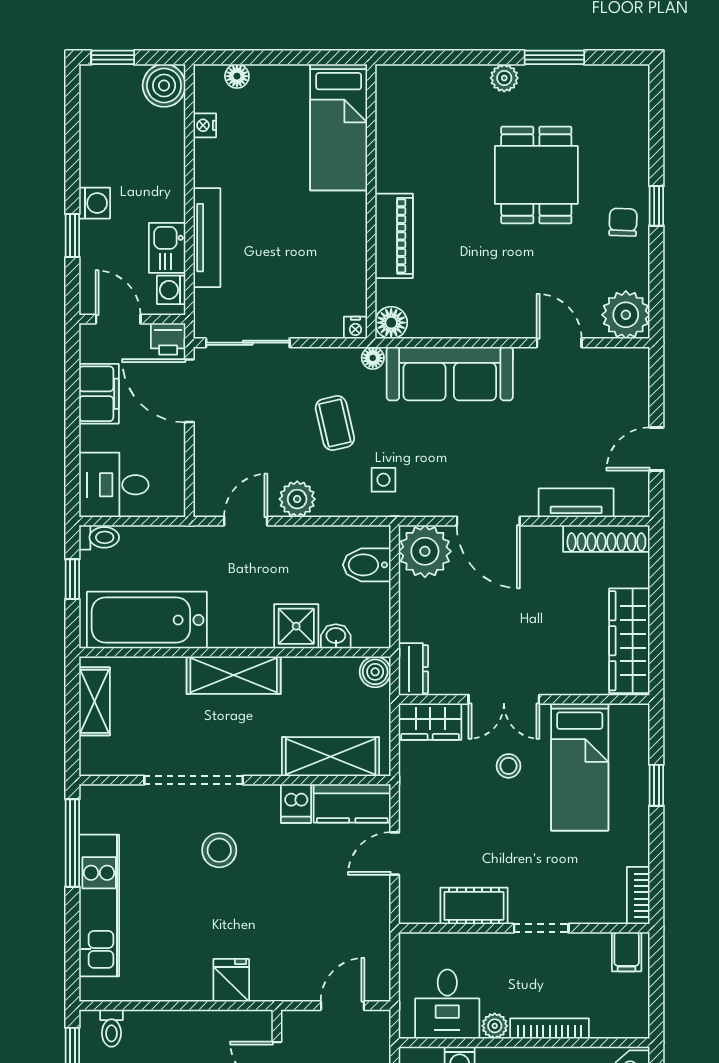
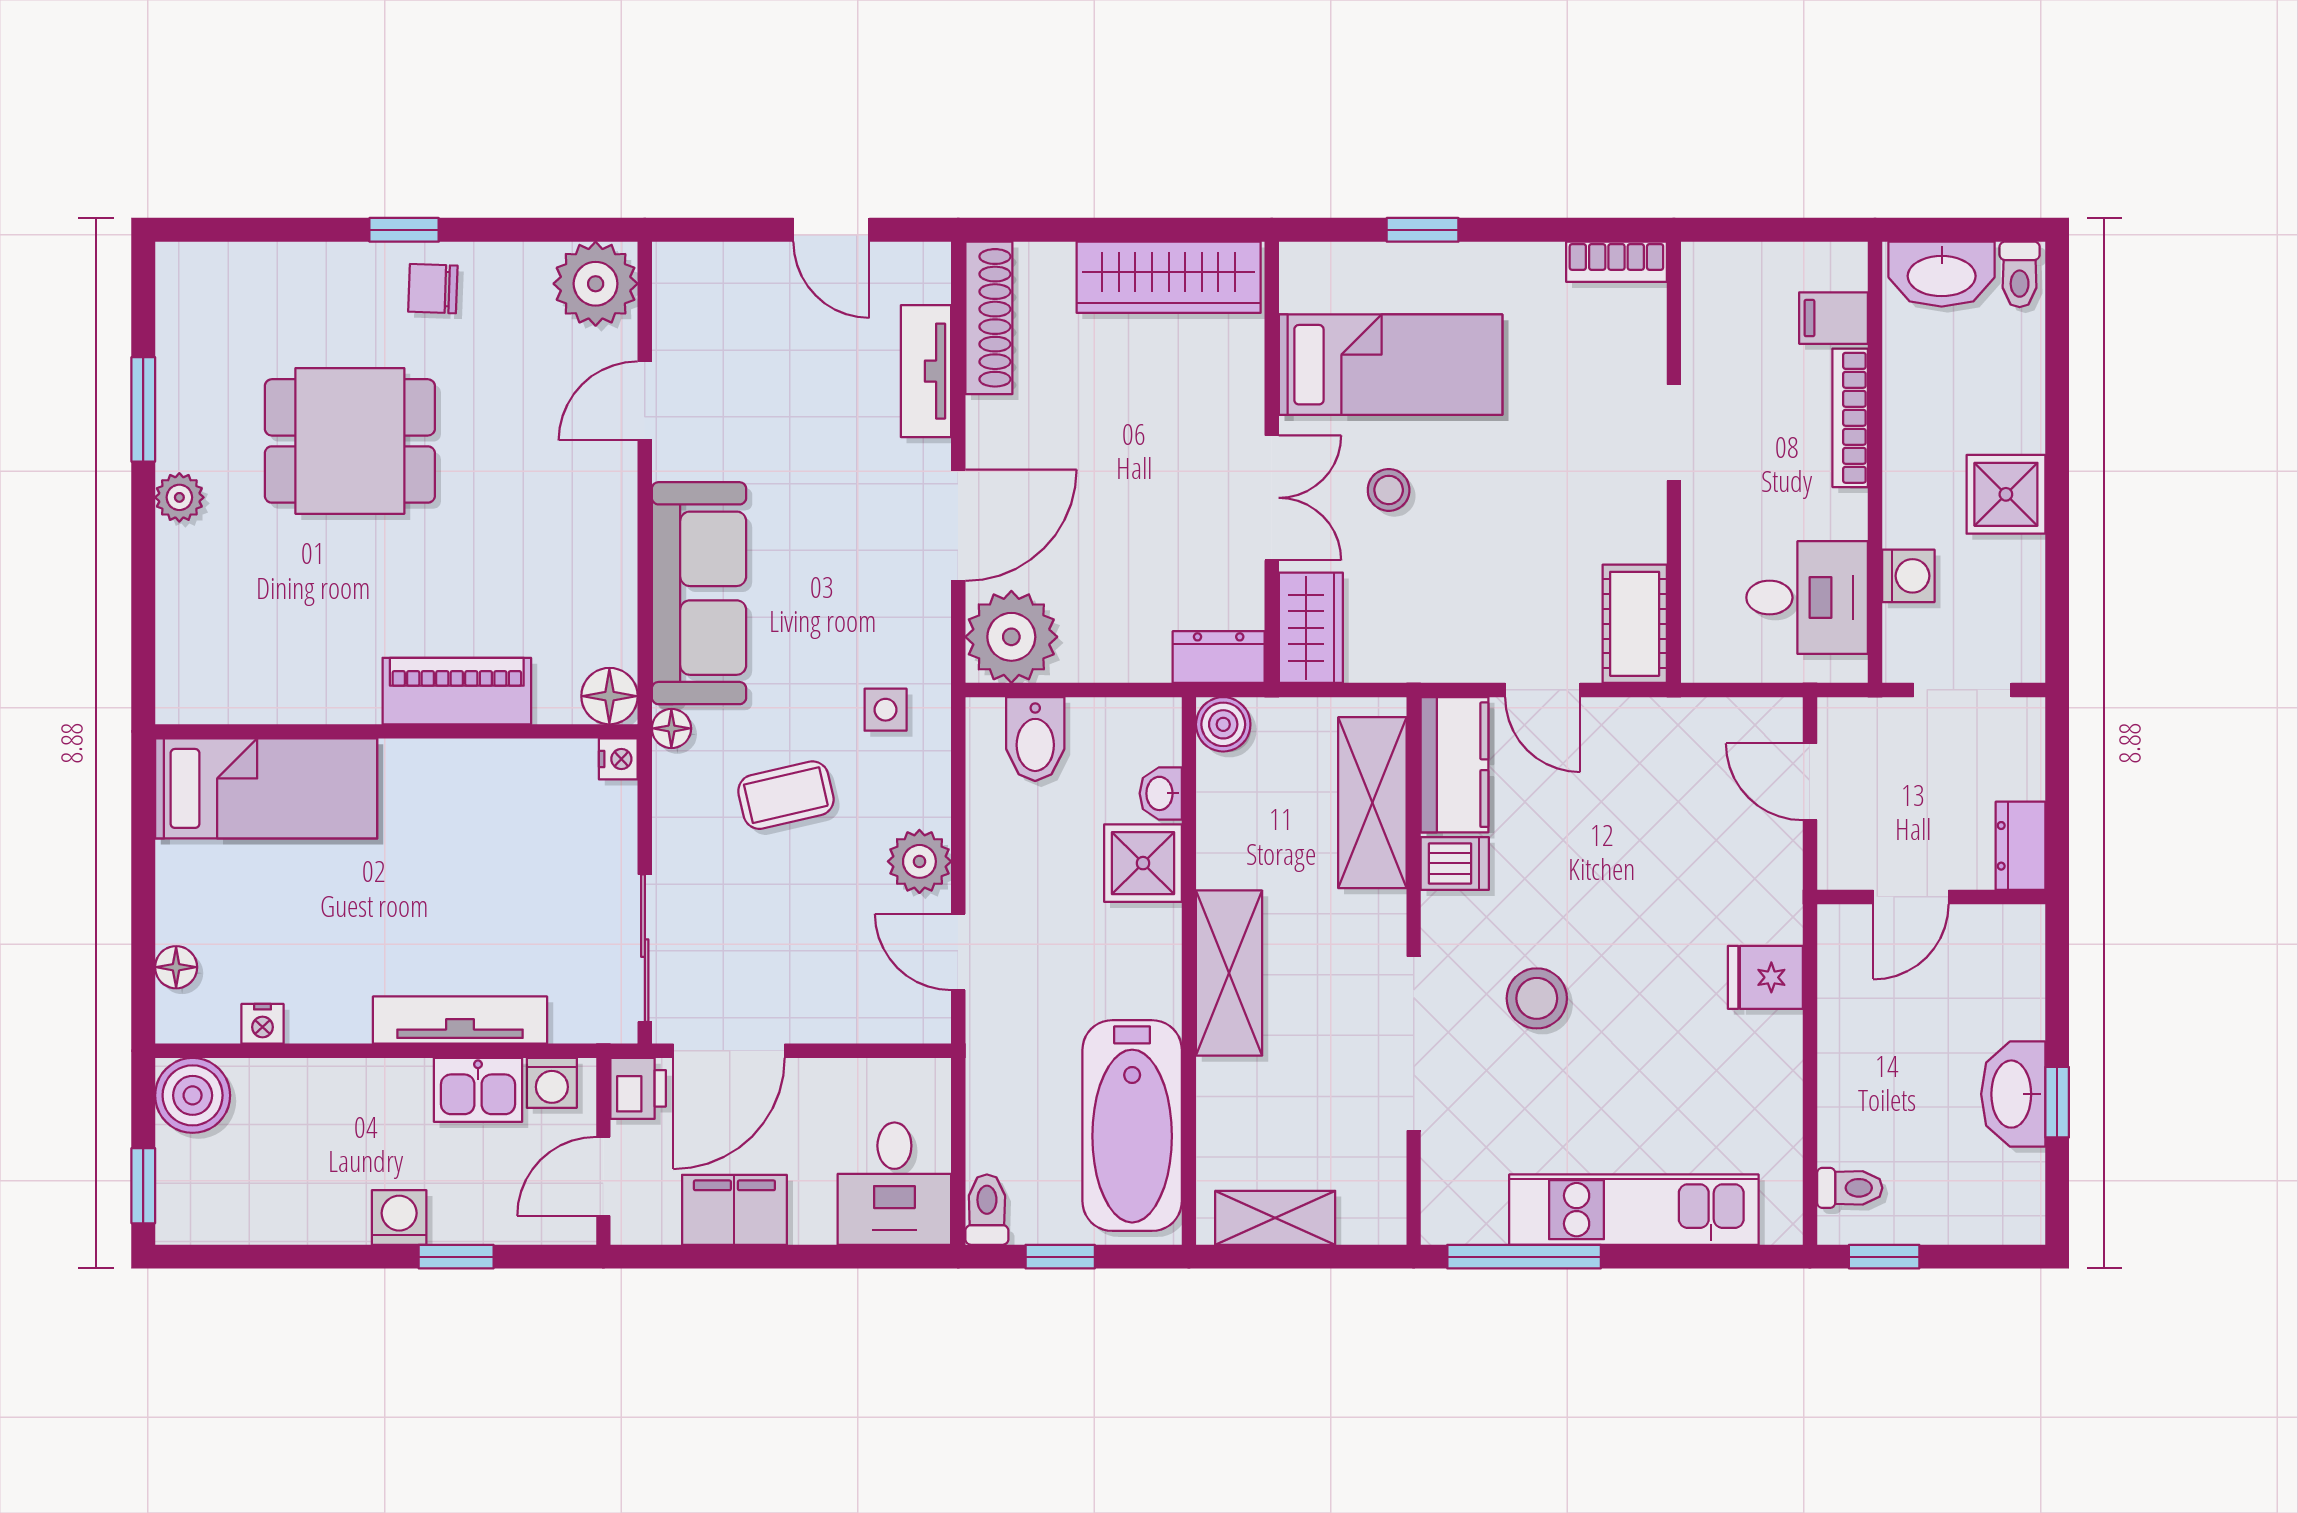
cot: (474, 906) -> (1635, 624), moved
filing cabinet: (627, 952) -> (1834, 318), moved, turned 180
plant: (495, 1026) -> (1846, 514), removed

